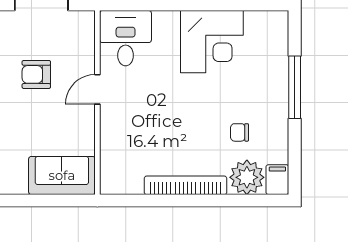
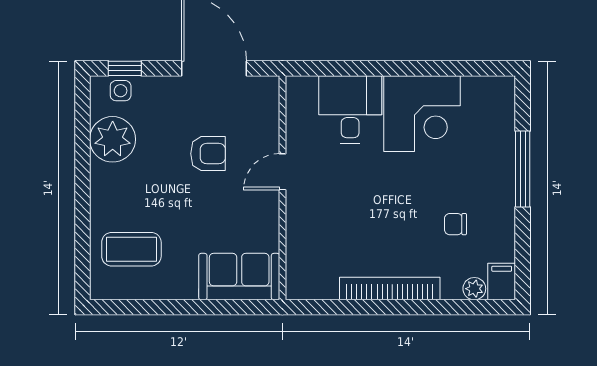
desk: (126, 38) -> (350, 109), moved
armchair: (36, 74) -> (208, 154), turned 180
plant: (247, 177) -> (474, 289), width x0.53, depth x0.53

